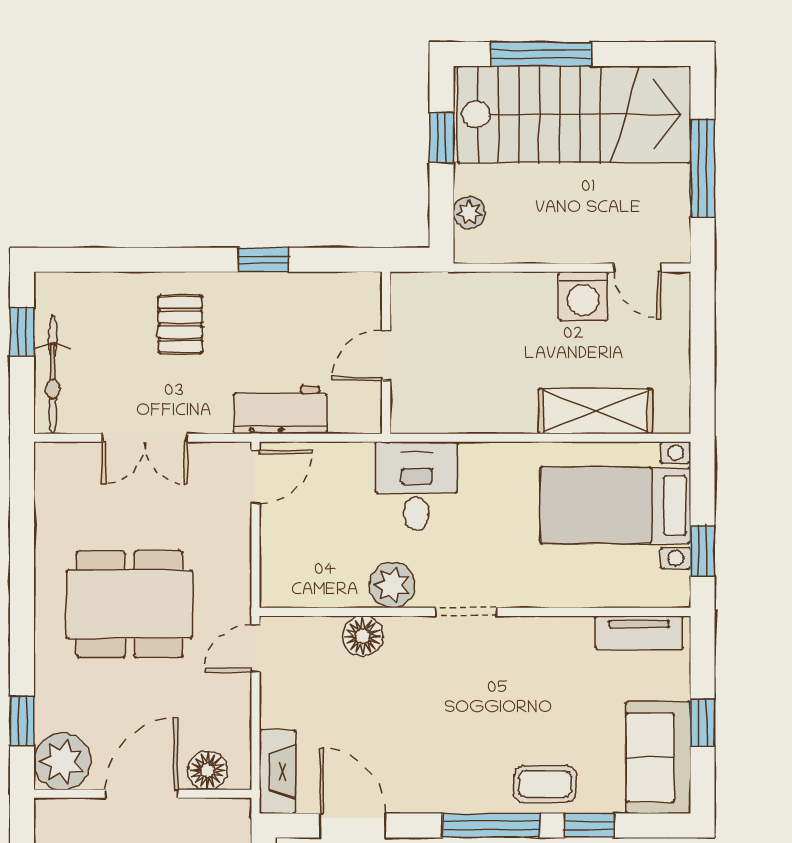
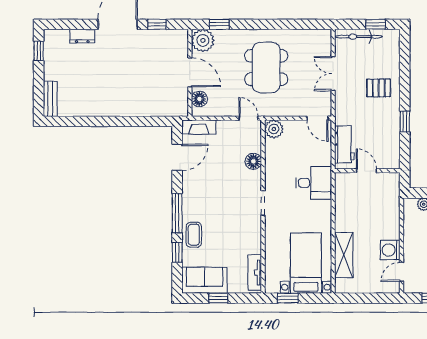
workbench: (280, 410) -> (344, 144), moved
plant: (392, 585) -> (274, 129), moved

